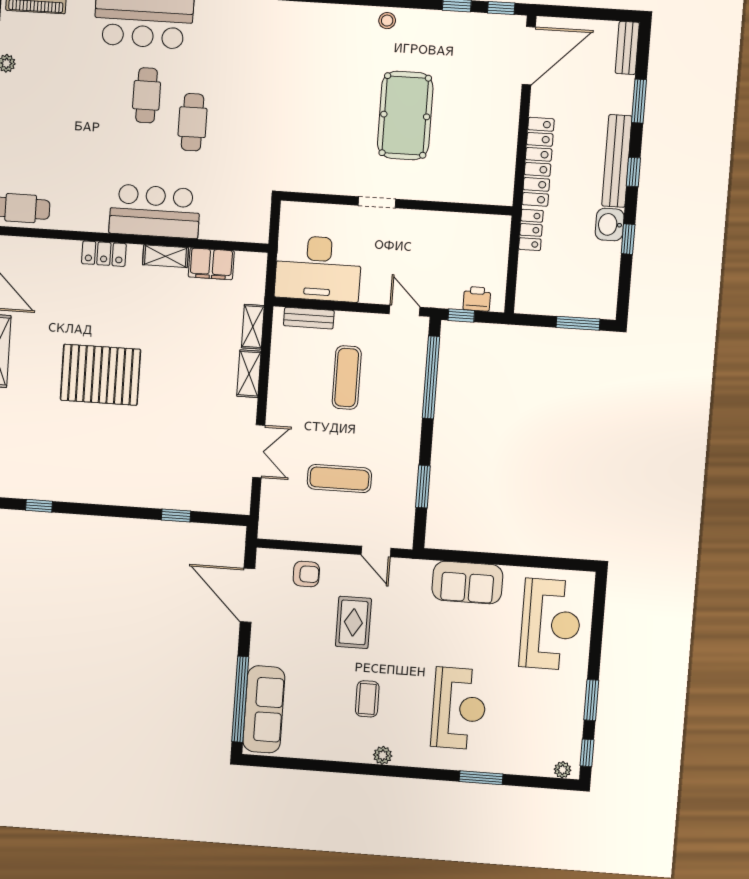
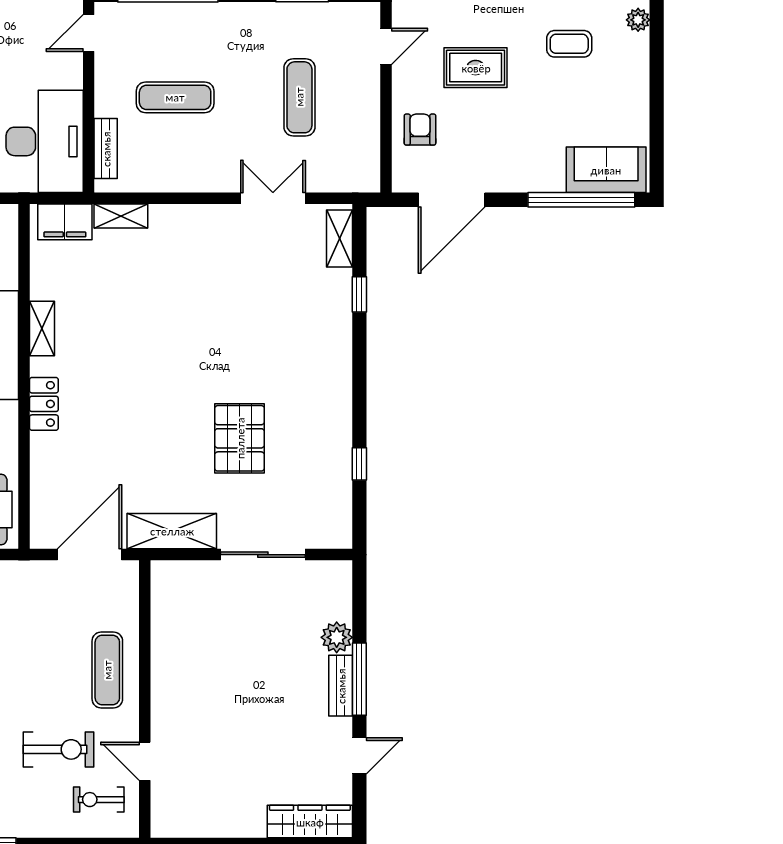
filing cabinet: (211, 264) -> (65, 222), moved, turned 90
shelving: (249, 374) -> (339, 239), moved, turned 90
pallet: (100, 375) -> (240, 438), moved, width x0.73, depth x0.71
sofa: (264, 709) -> (606, 170), width x0.73

